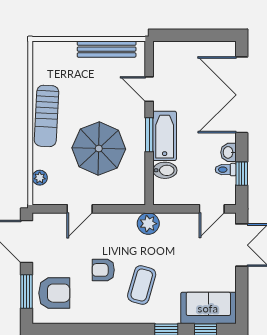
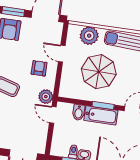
plant: (40, 178) -> (89, 36), width x1.88, depth x1.88
door: (212, 209) -> (53, 115), moved
armchair: (103, 270) -> (39, 68), moved

